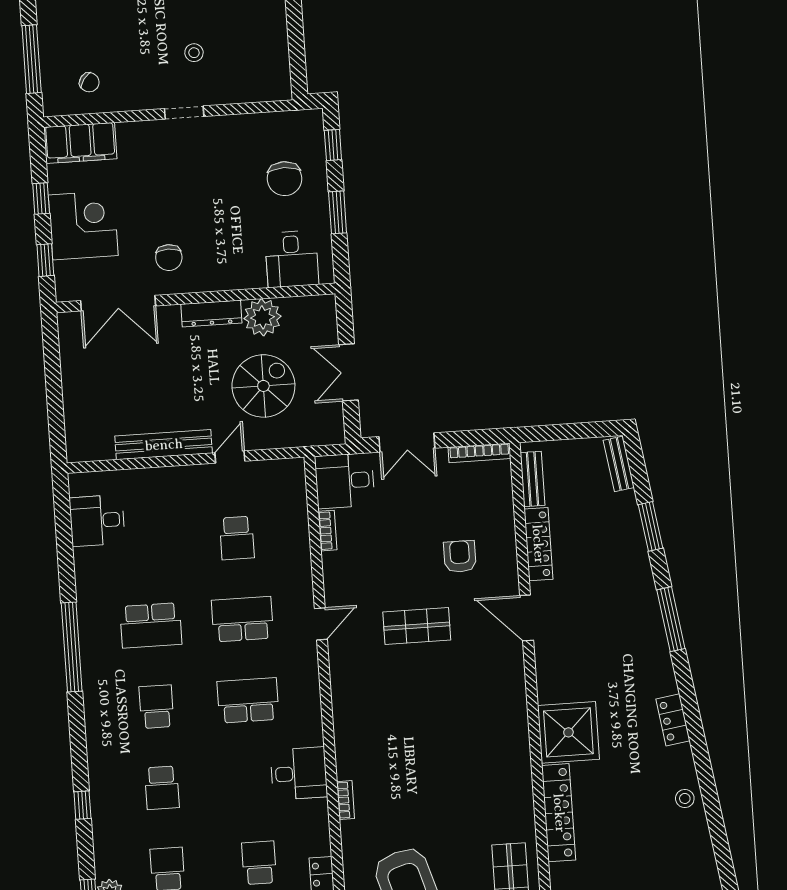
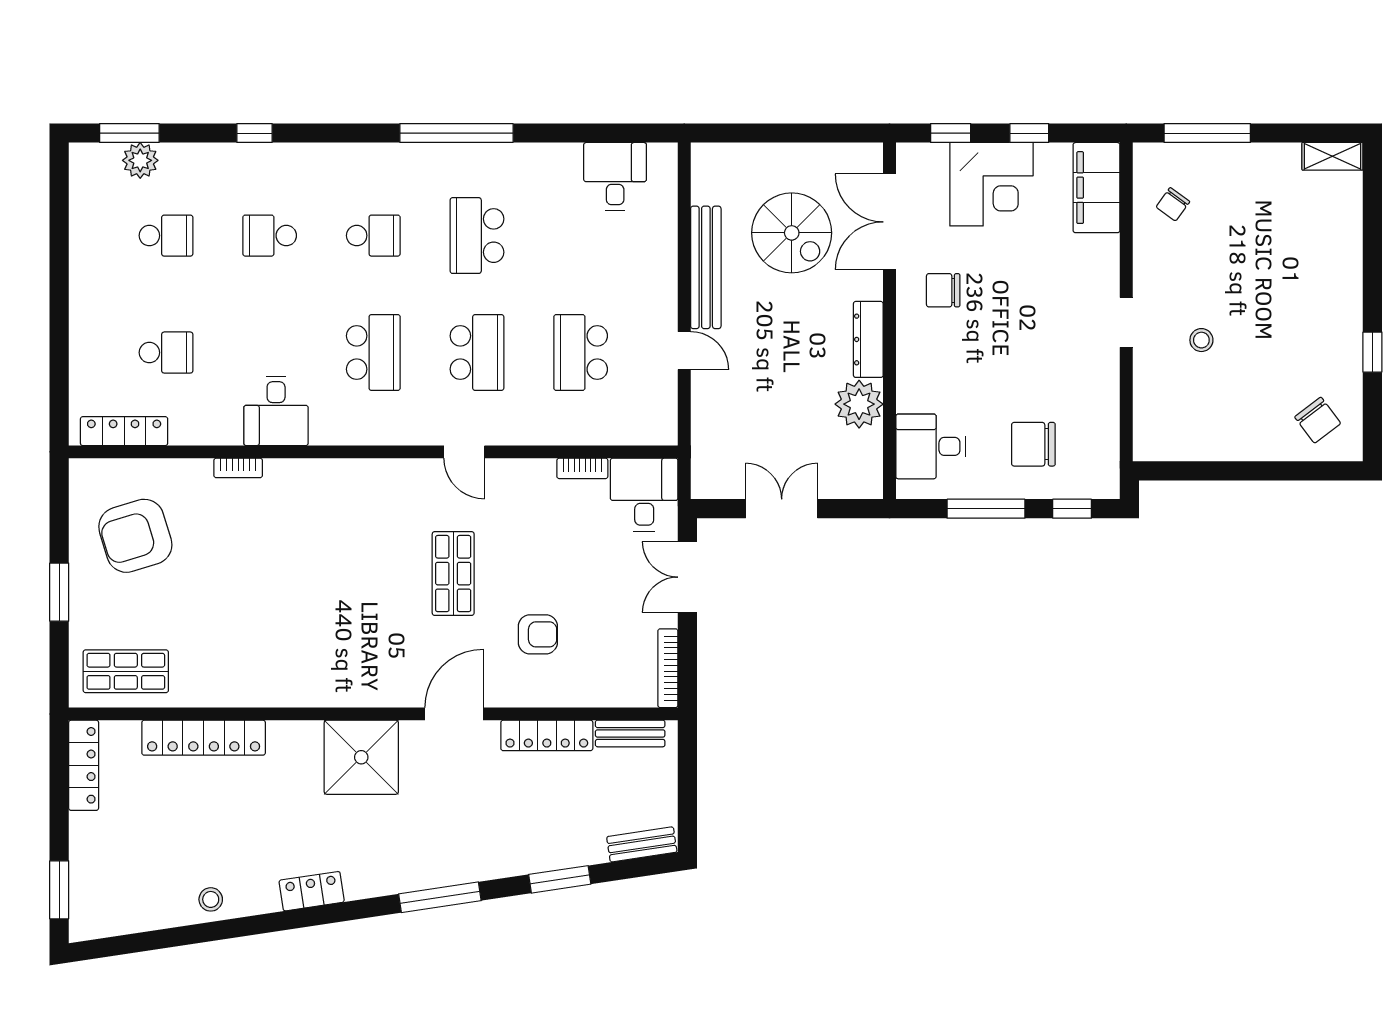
window: (338, 212) -> (986, 509), width x1.44
spiral stairs: (263, 386) -> (792, 233), moved
school desk: (237, 538) -> (581, 353), width x1.85
shower: (568, 732) -> (361, 757), moved

